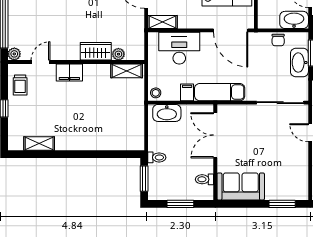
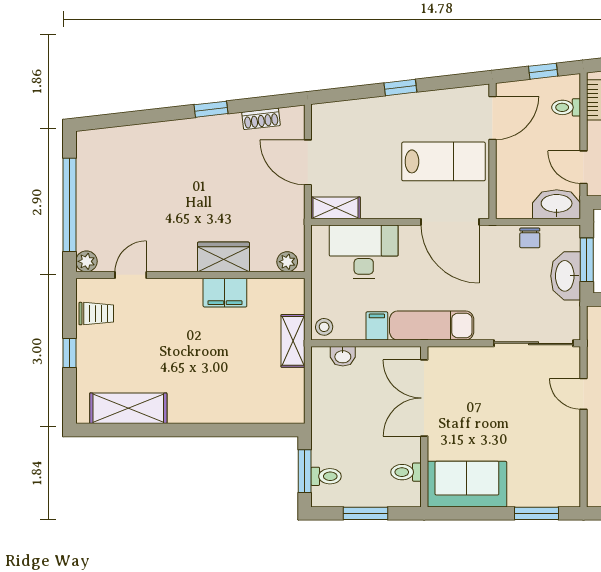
plant: (118, 54) -> (287, 262), moved
shelving: (127, 71) -> (293, 341), moved, turned 90
filing cabinet: (69, 72) -> (225, 293), moved
trolley: (20, 85) -> (96, 314), turned -90
washbasin: (167, 113) -> (343, 356), width x0.52, depth x0.69
shelving: (39, 144) -> (128, 408), width x1.50, depth x1.33
toilet: (157, 157) -> (326, 476), moved

